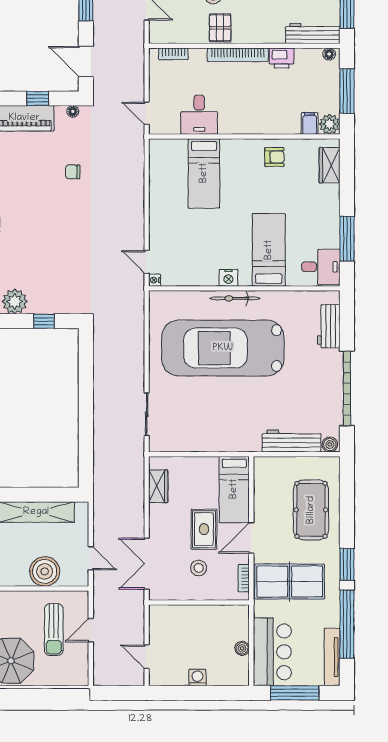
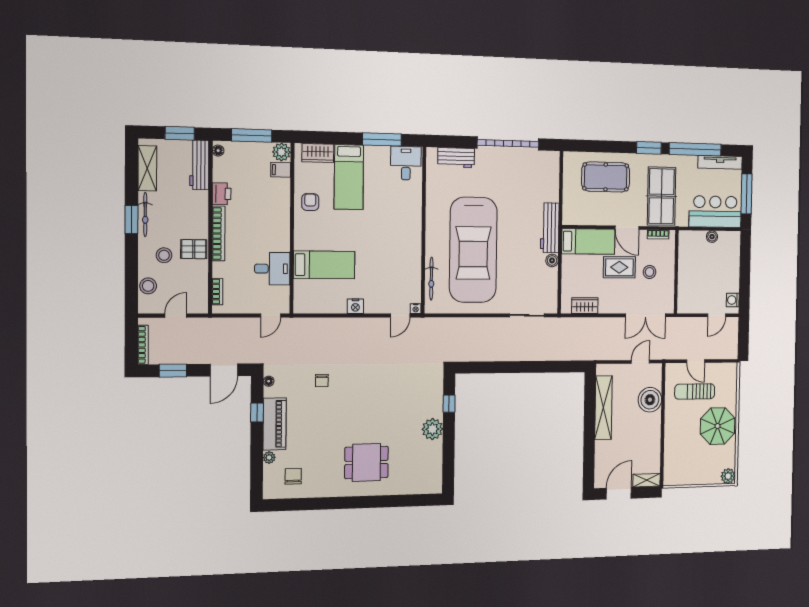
bed: (269, 250) -> (349, 177), moved, turned -90
nightstand: (228, 278) -> (355, 306), moved, turned 90
bicycle: (235, 298) -> (431, 279), moved
workbench: (292, 441) -> (550, 228), moved
boiler: (330, 444) -> (552, 260), moved
sun lounger: (54, 630) -> (695, 391), turned 180
washing machine: (197, 678) -> (733, 300), moved

